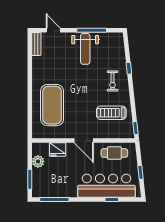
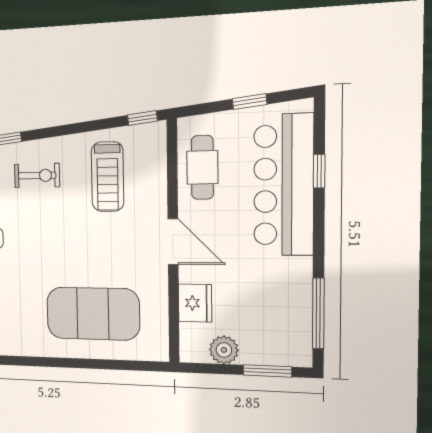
door: (84, 141) -> (173, 242), hinge flipped

